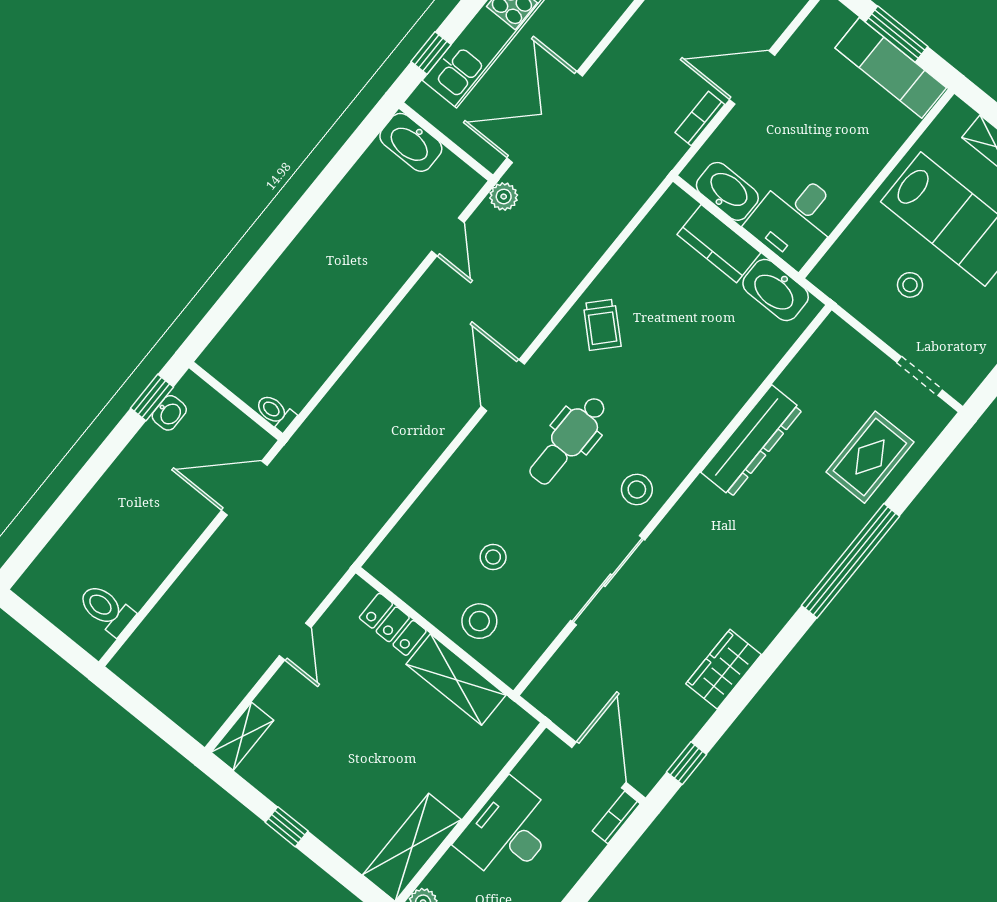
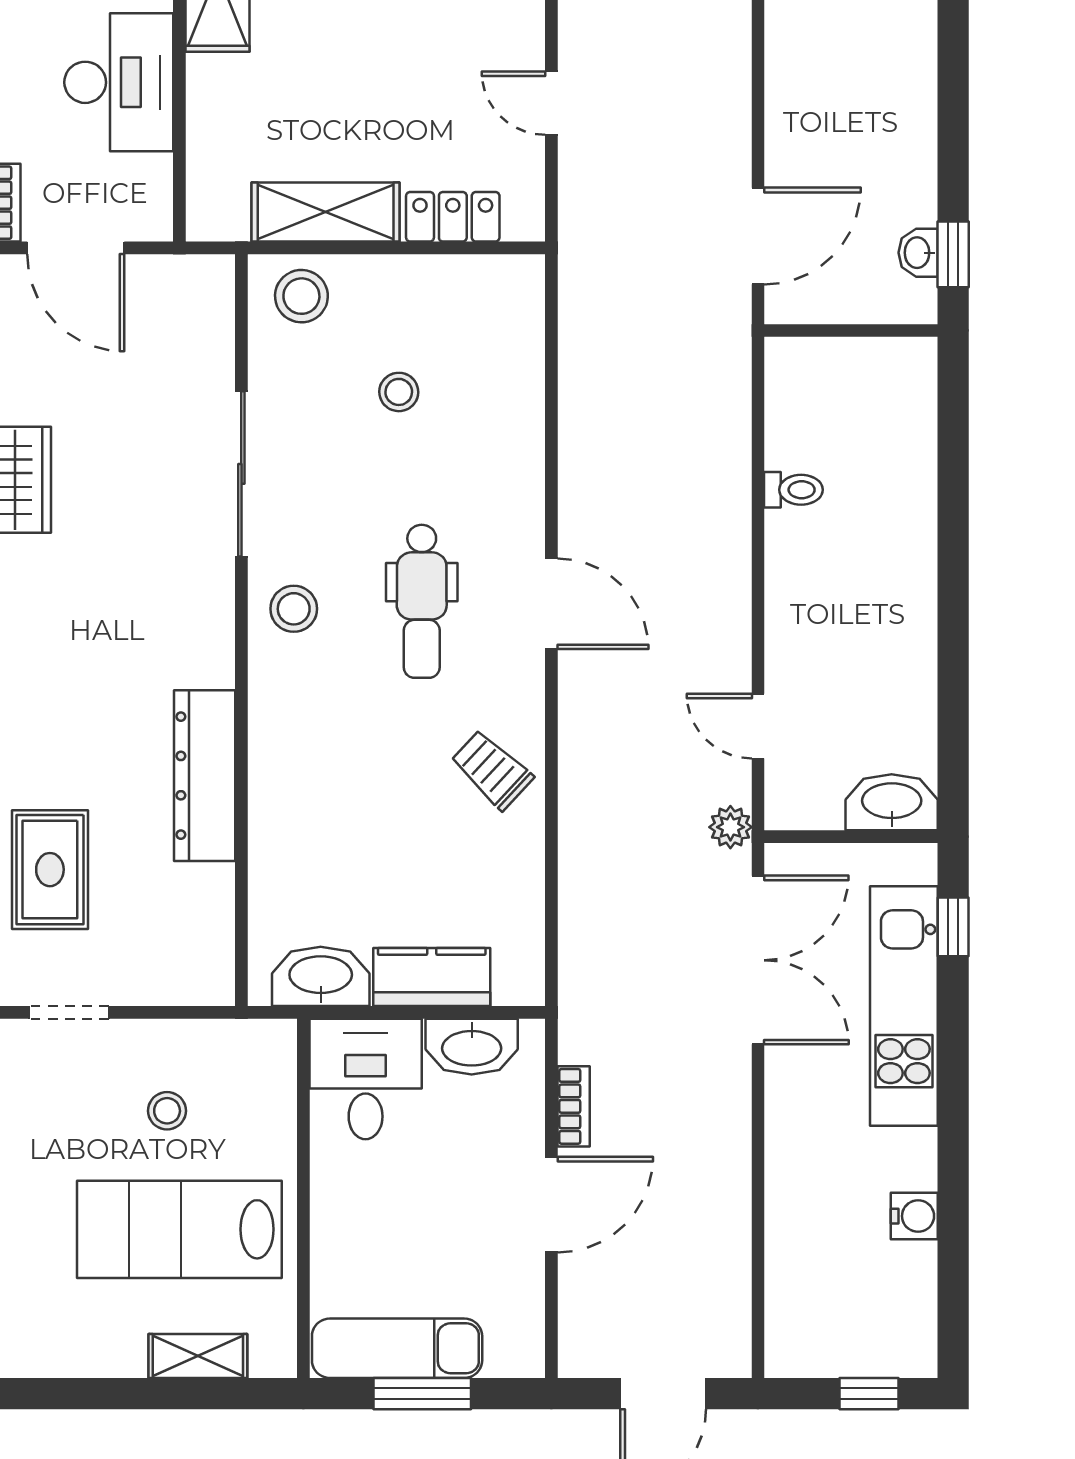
toilet: (275, 412) -> (793, 490), moved
dental chair: (568, 440) -> (422, 601), turned 180
stool: (479, 621) -> (301, 296), moved

